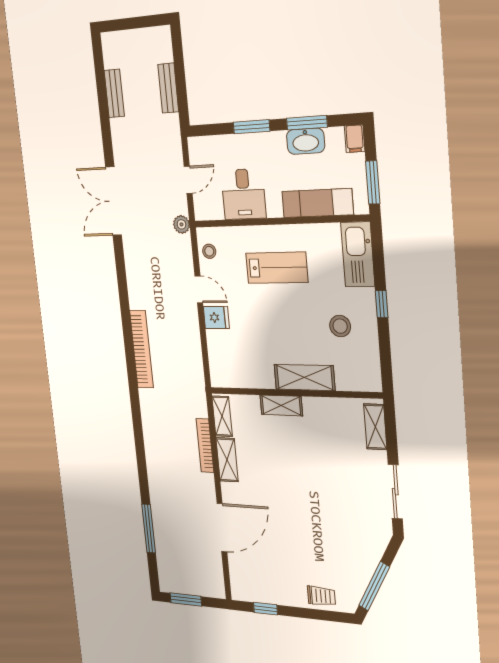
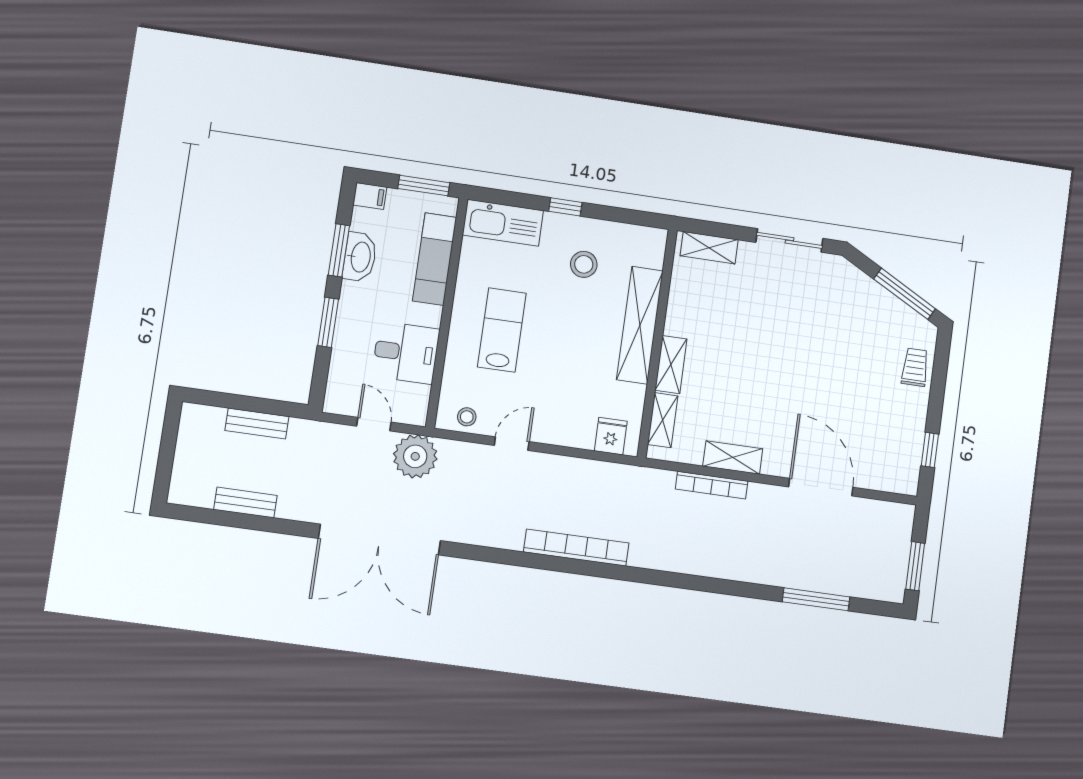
double door: (114, 201) -> (380, 540), width x1.36
plant: (181, 224) -> (415, 456), width x1.87, depth x1.87
fridge: (216, 317) -> (611, 436), moved
shelving: (304, 377) -> (640, 325), width x1.47
shelving: (222, 416) -> (663, 420), moved, turned 90

